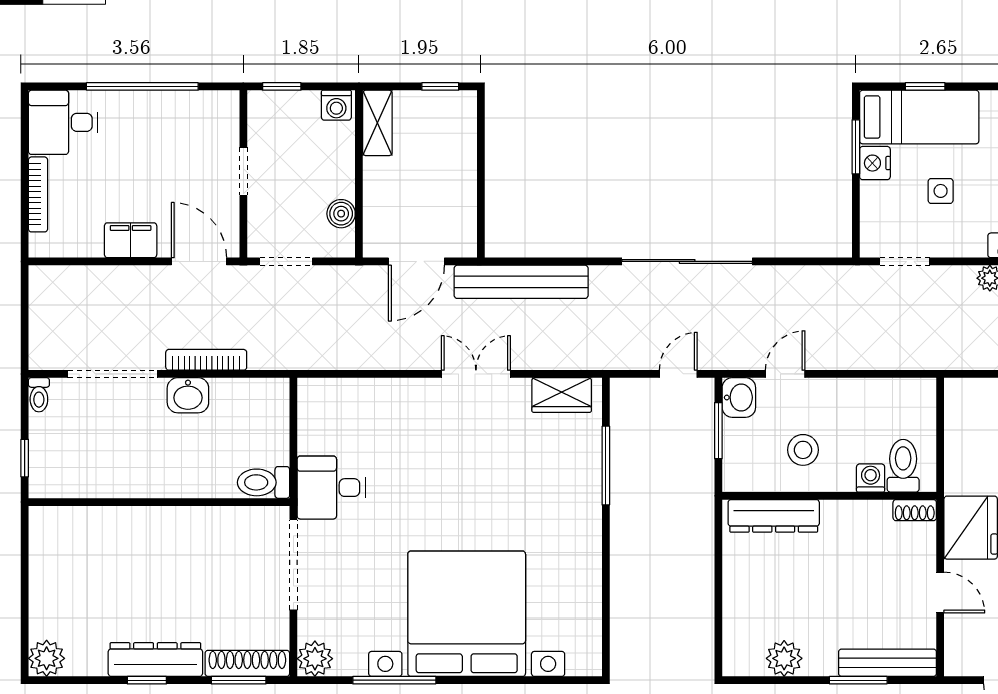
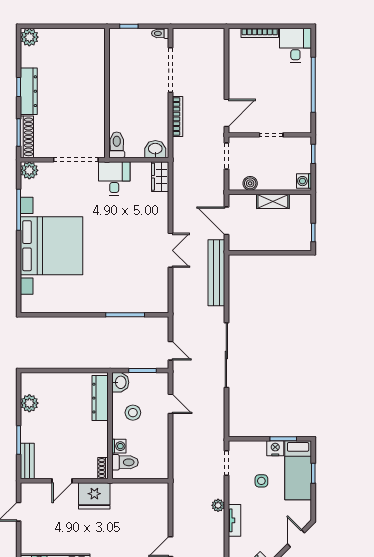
shelving: (377, 123) -> (273, 201), moved
filing cabinet: (131, 240) -> (237, 79), removed
washbasin: (188, 395) -> (155, 149), moved, turned 90
wardrobe: (562, 395) -> (160, 177), moved
washbasin: (739, 397) -> (120, 382), moved, turned -90
bench: (888, 663) -> (27, 461), width x0.73

